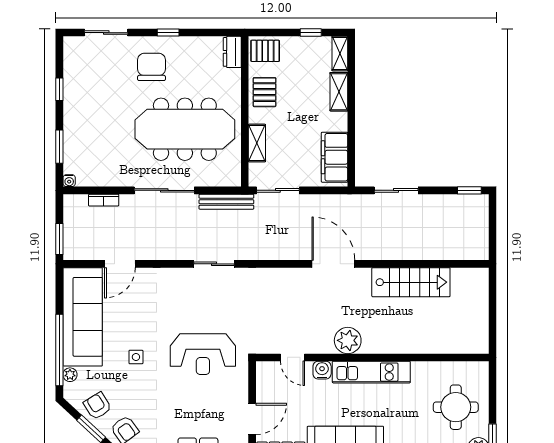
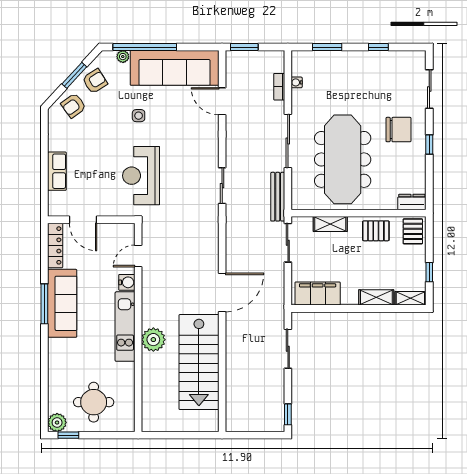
water cooler: (69, 181) -> (297, 82), moved
stairs: (411, 282) -> (199, 362), width x1.36, depth x1.51
plant: (348, 340) -> (153, 340), moved

